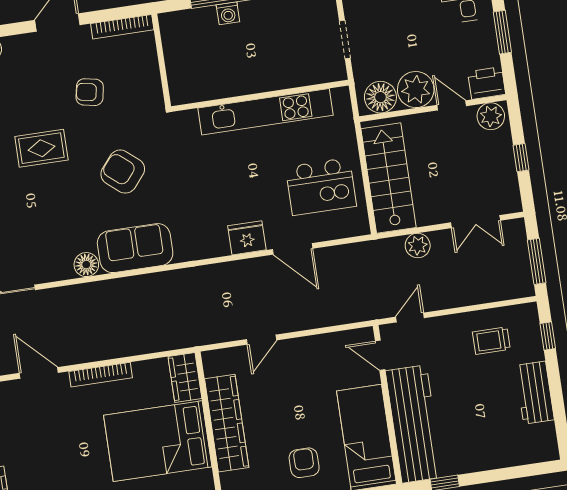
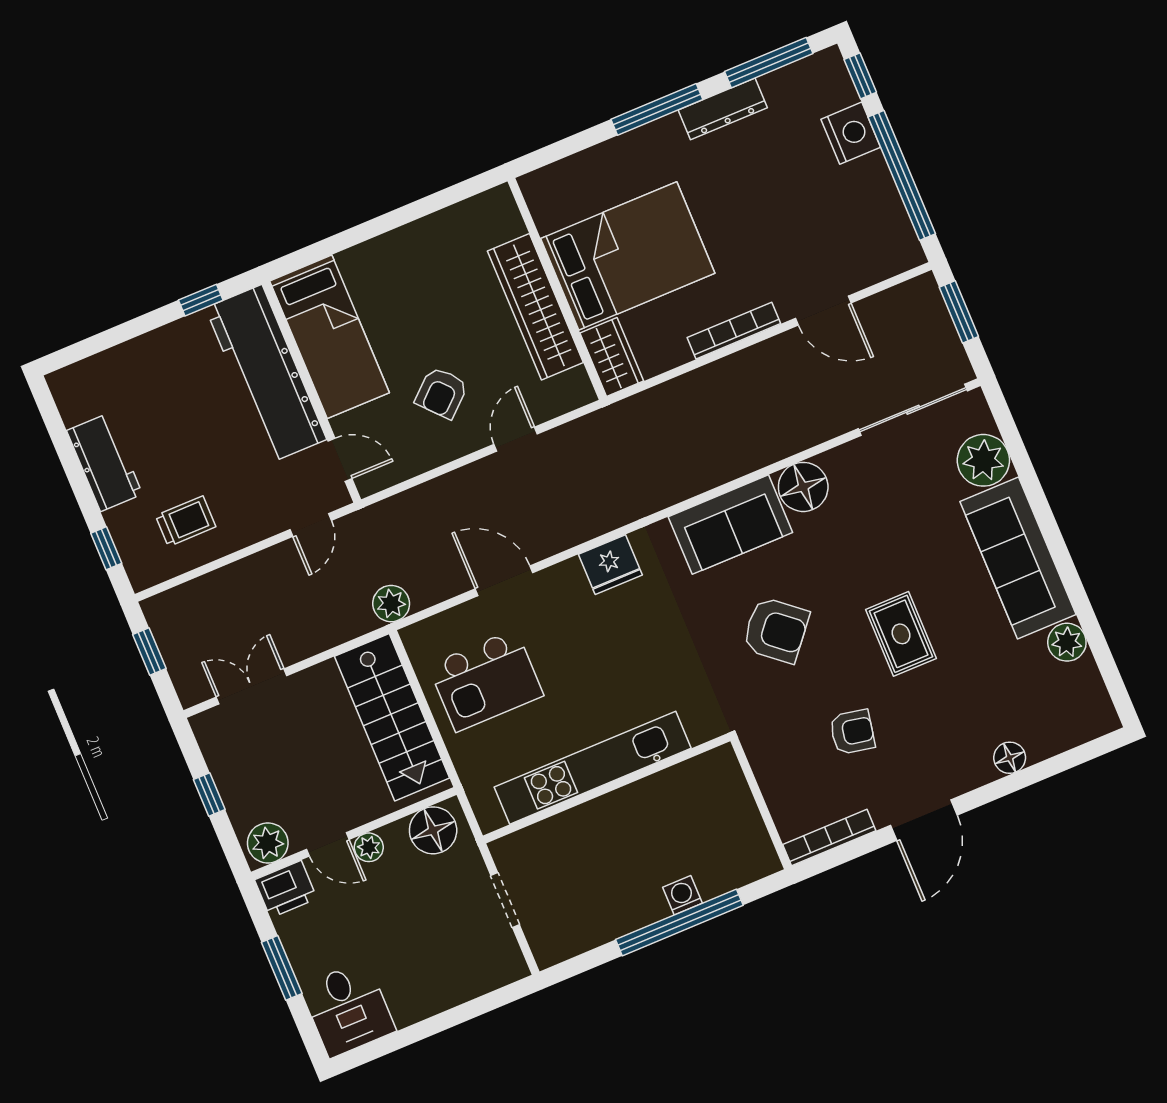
plant: (416, 90) -> (369, 847), width x0.53, depth x0.53
rug: (41, 148) -> (901, 634), turned 90
kitchen island: (321, 187) -> (486, 680), turned 180
fridge: (247, 238) -> (610, 565), moved
plant: (418, 246) -> (391, 604), moved
window: (537, 261) -> (149, 652), width x0.67
floor lamp: (86, 265) -> (803, 487), width x1.38, depth x1.38
armchair: (304, 463) -> (442, 393), moved, turned 48

